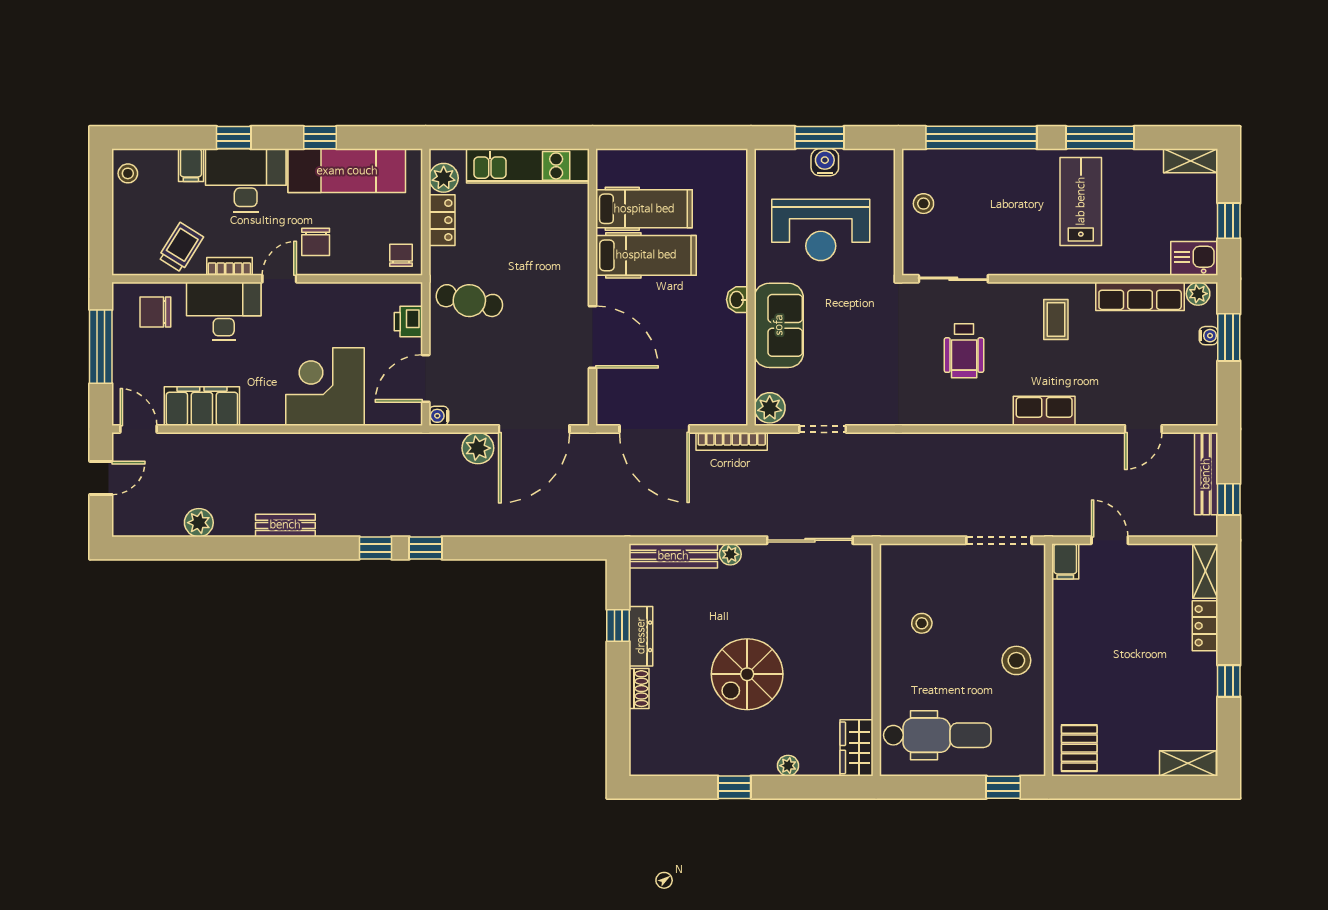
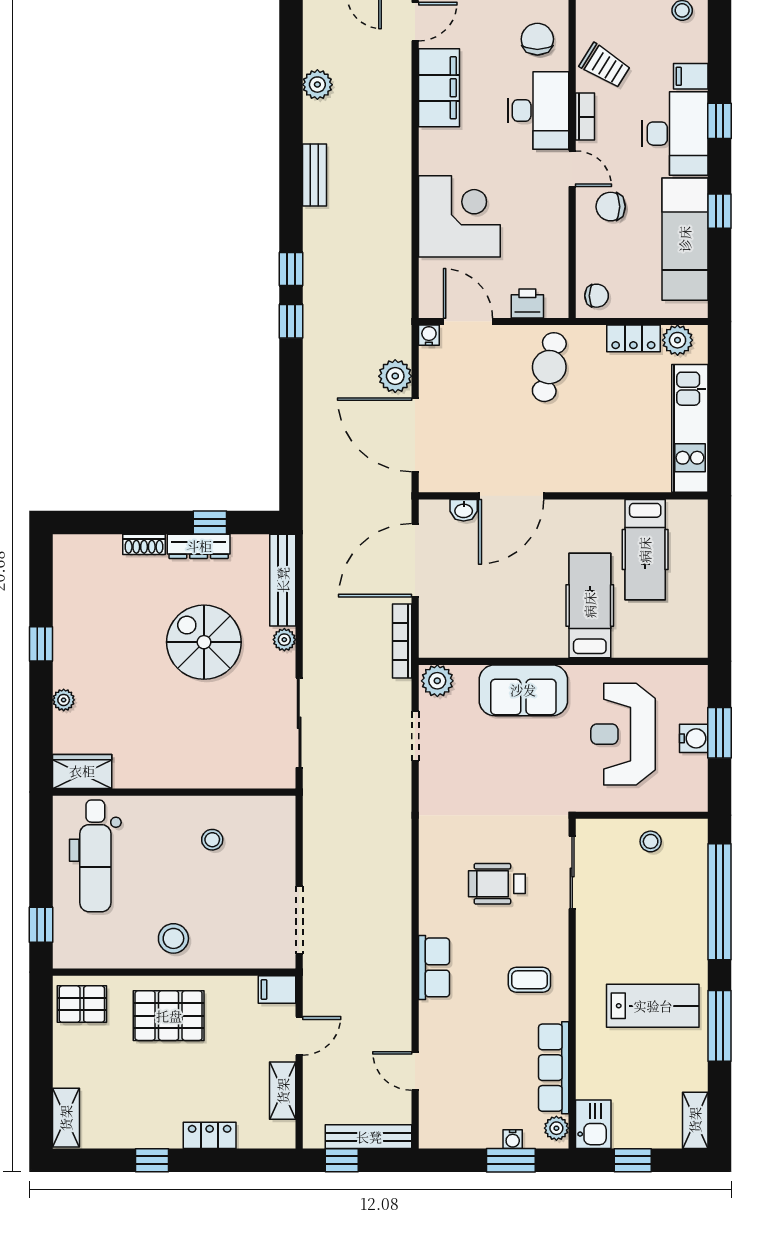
hospital bed: (646, 255) -> (590, 605), moved, turned 180
washbasin: (737, 300) -> (464, 510), moved, turned 180
shelving: (1205, 571) -> (283, 1091), moved, turned 90
pallet: (1090, 665) -> (169, 1016), added
spiral stairs: (747, 674) -> (204, 642), moved

